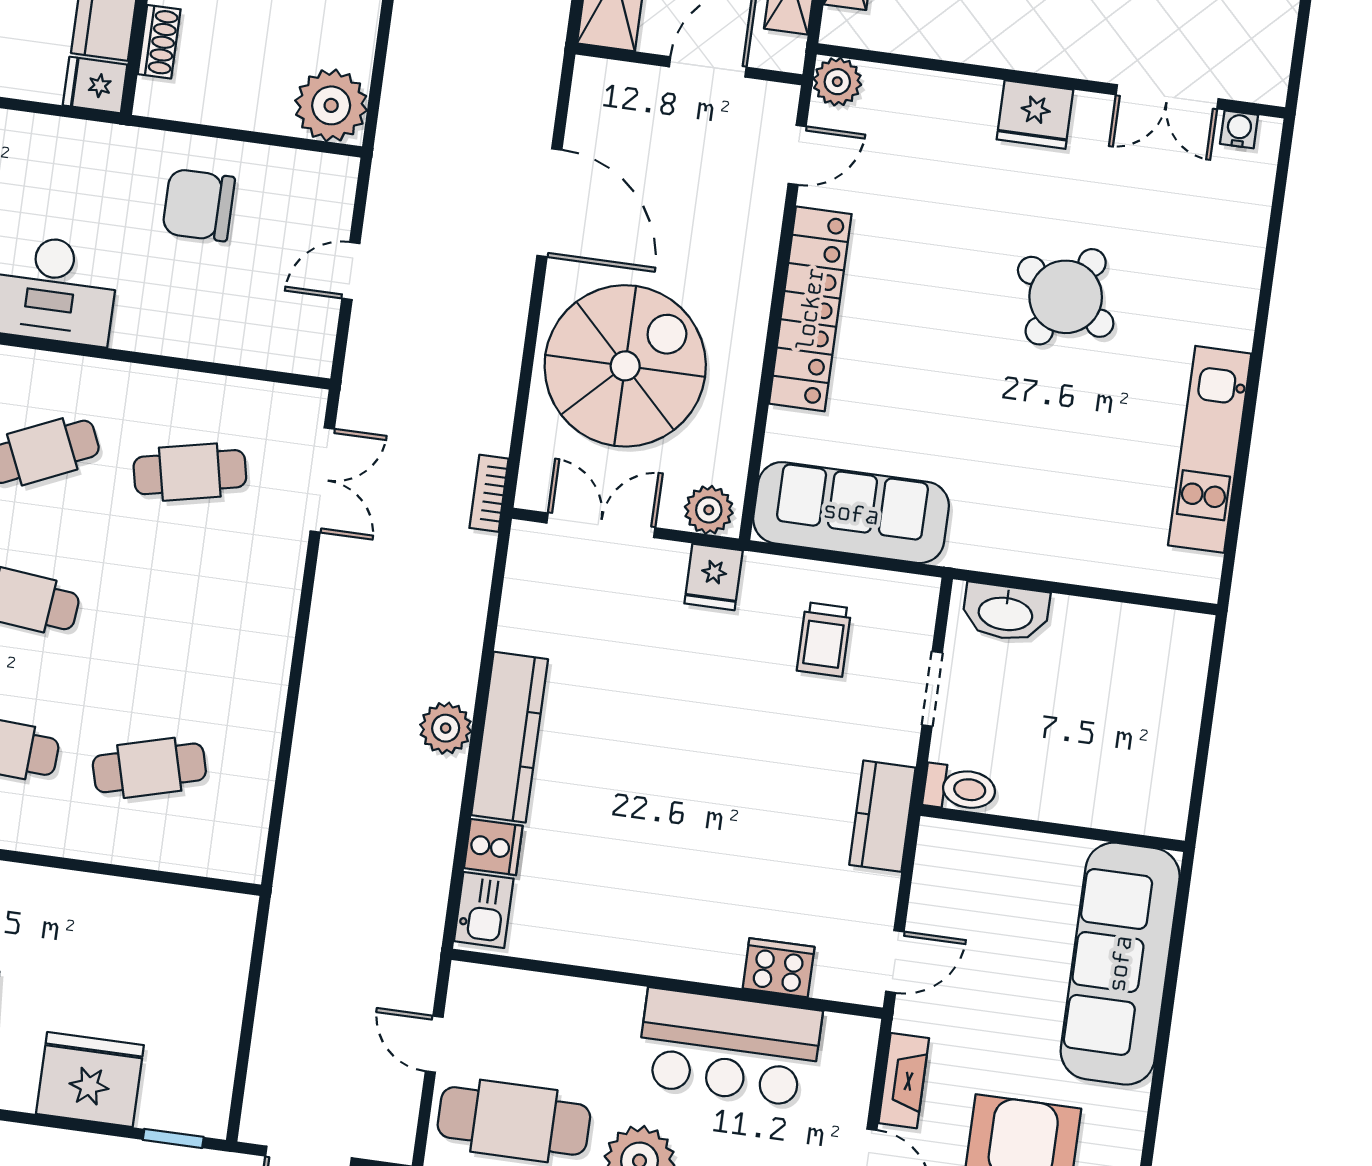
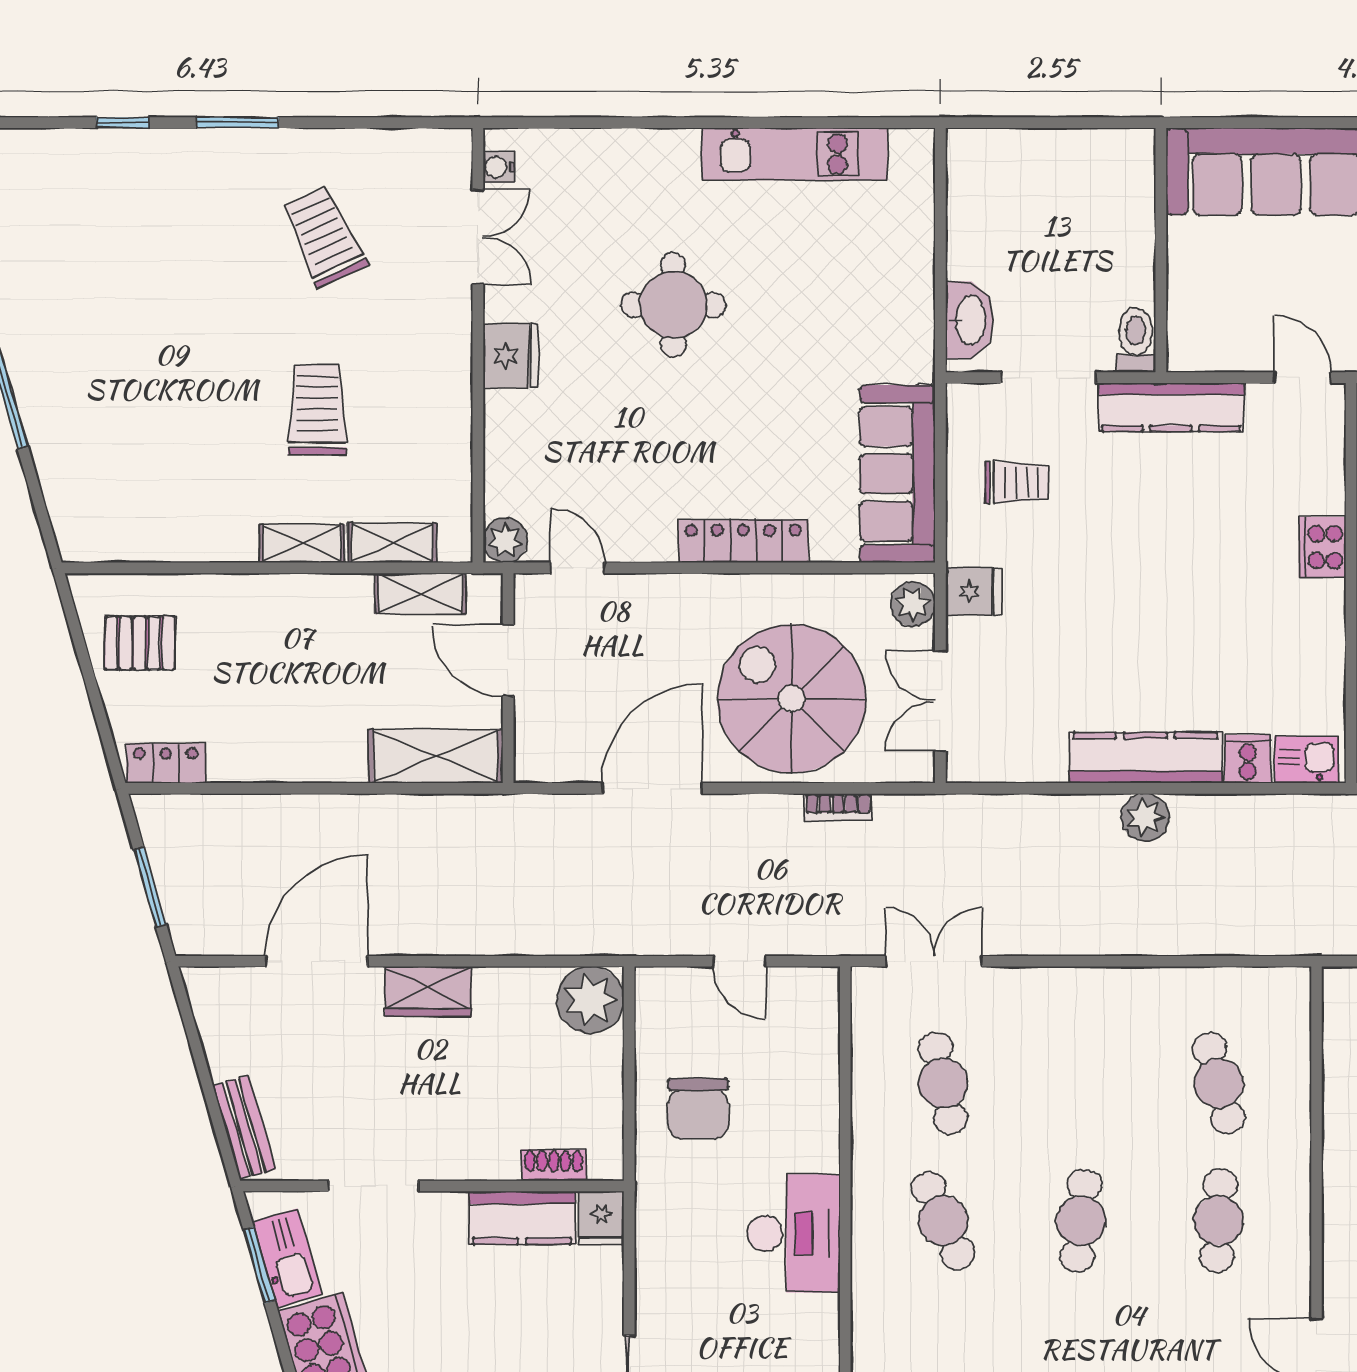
round table: (1066, 297) -> (673, 305), turned -30
locker: (810, 309) -> (743, 541), width x0.71, depth x0.83
bookcase: (489, 493) -> (838, 807), moved
doorway: (932, 689) -> (1048, 378), width x1.38
kitchen counter: (882, 816) -> (1171, 407), width x1.50
cooker: (779, 968) -> (1322, 547), moved

